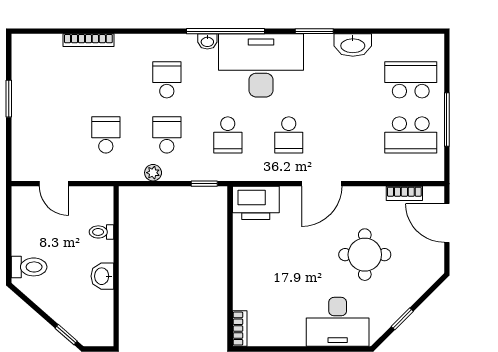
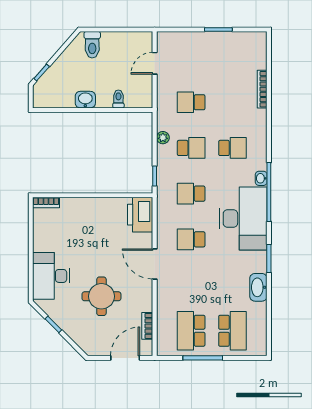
school desk: (106, 135) -> (191, 102), turned 180

